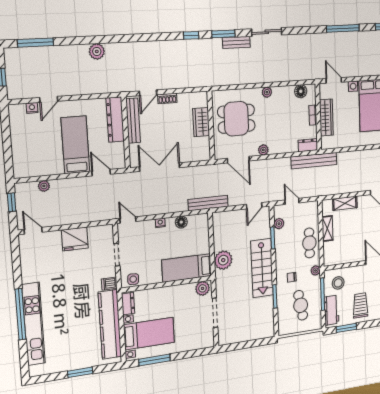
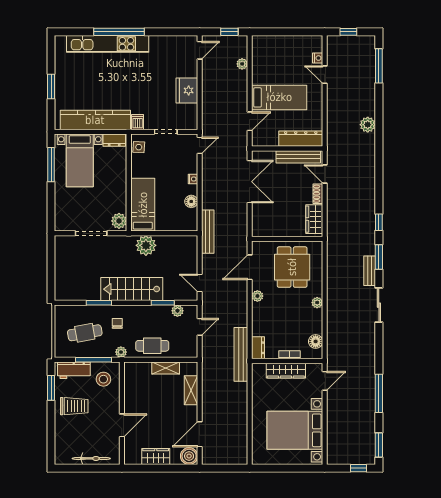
wardrobe: (201, 122) -> (314, 219), moved, turned -90

